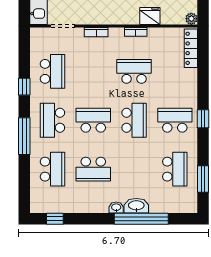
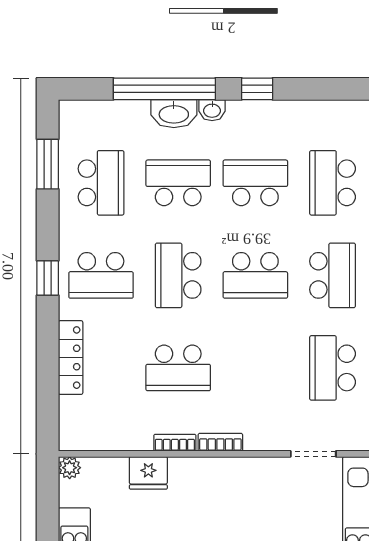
bookcase: (96, 32) -> (220, 442), moved
locker: (191, 48) -> (71, 358), moved
school desk: (134, 169) -> (178, 183), added
school desk: (175, 169) -> (101, 183), turned 180
window: (55, 219) -> (257, 89), moved

